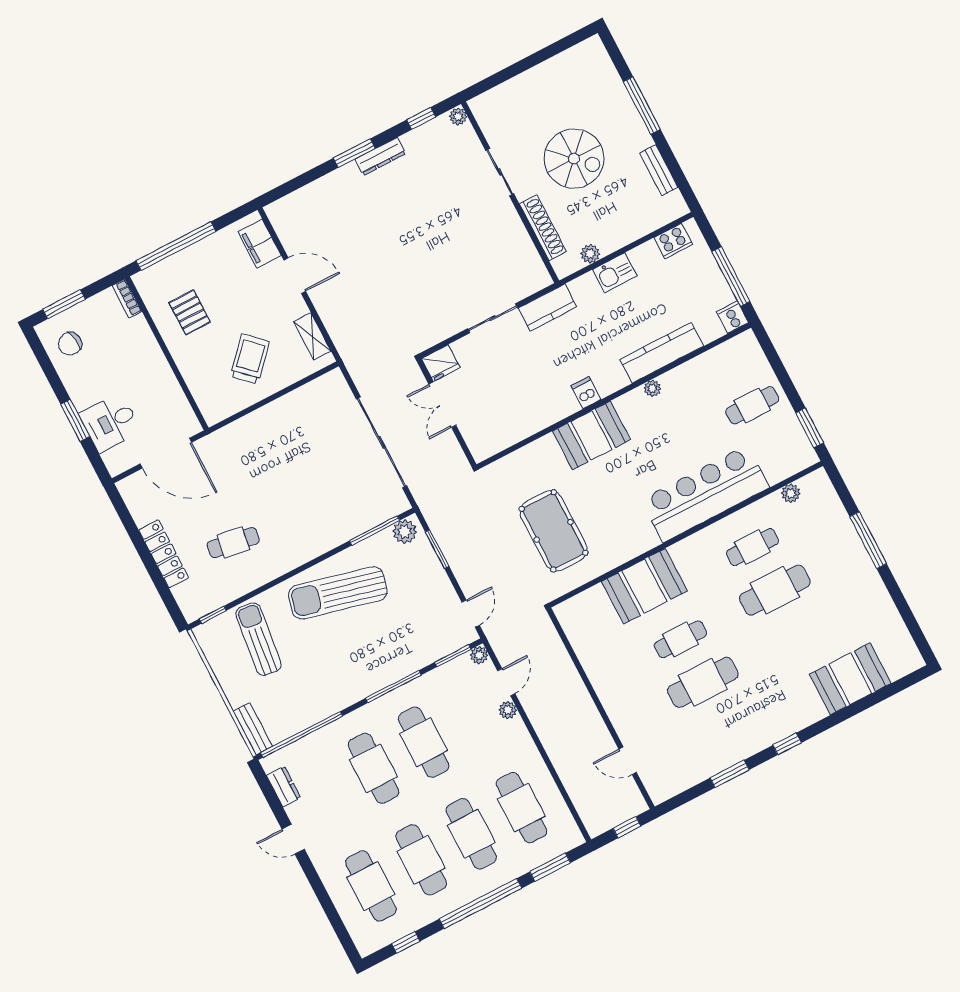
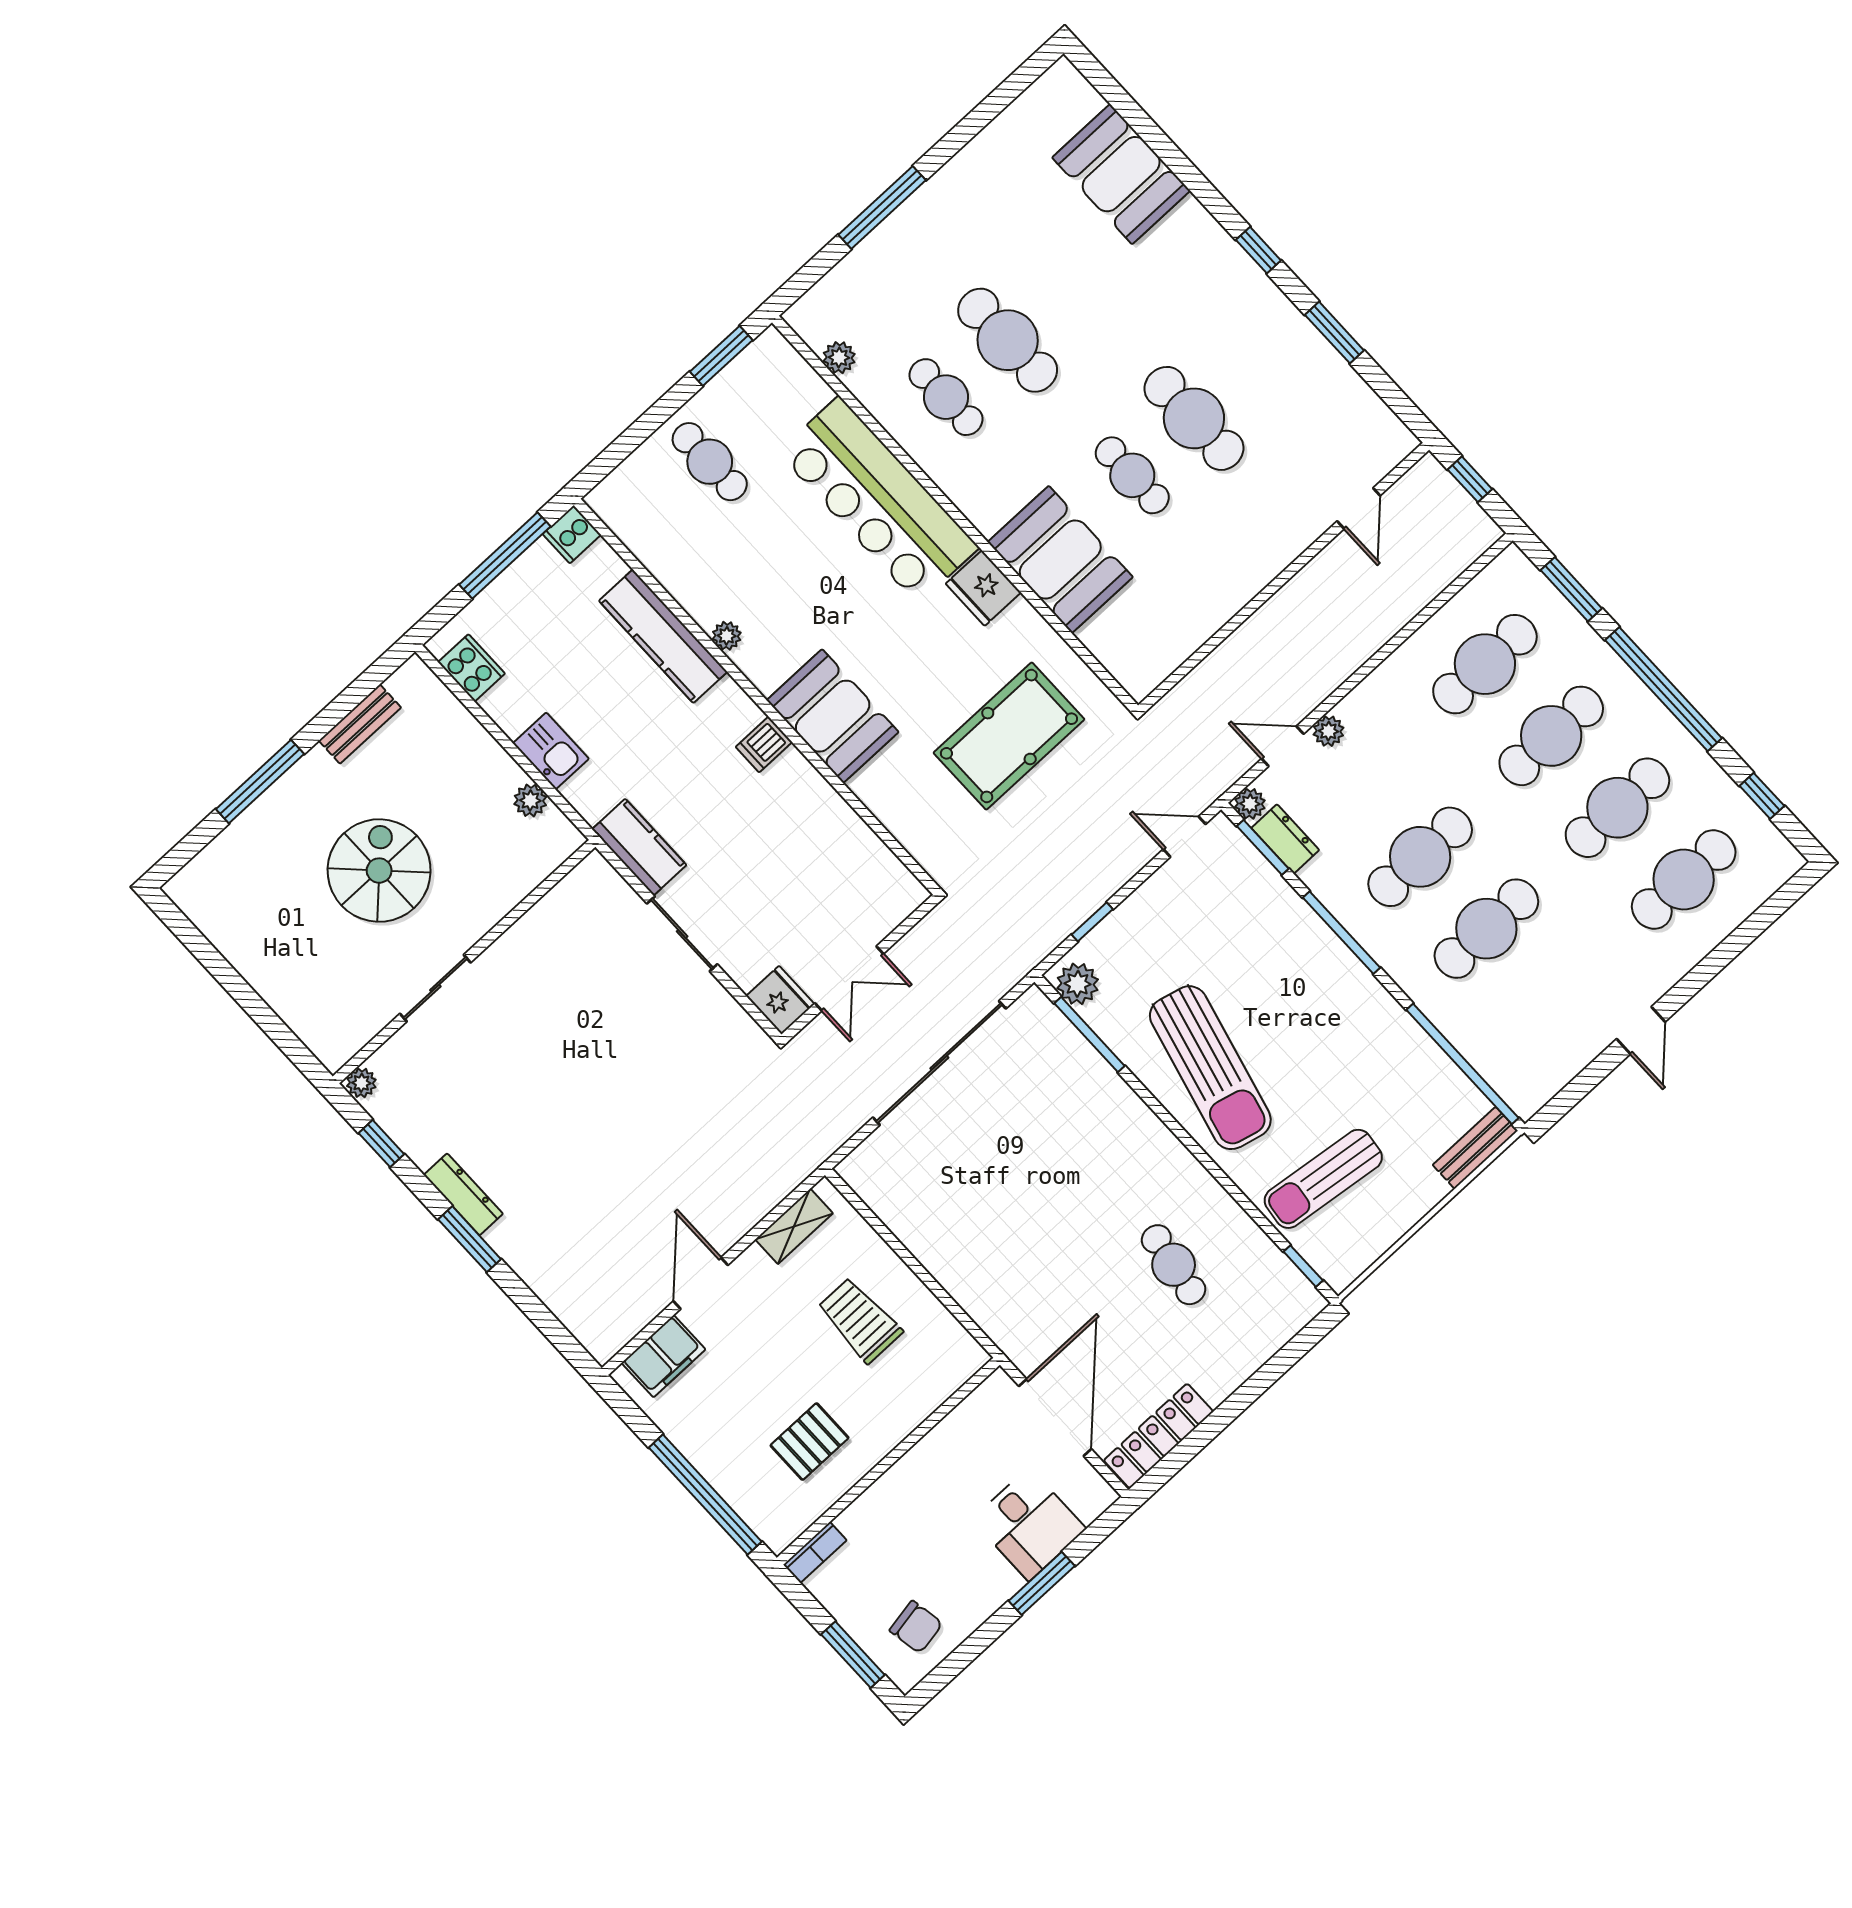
shoe rack: (543, 228) -> (508, 891), removed
trolley: (250, 359) -> (860, 1320), turned 47
fridge: (640, 539) -> (983, 588), added
window: (437, 549) -> (1092, 922), width x0.67
locker: (164, 554) -> (1158, 1436), moved
dresser: (284, 787) -> (1285, 839), moved, turned 90

